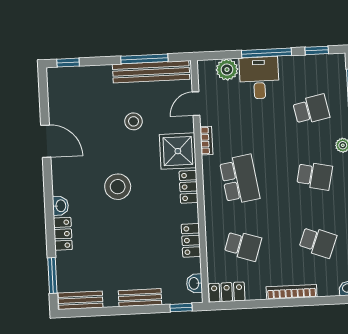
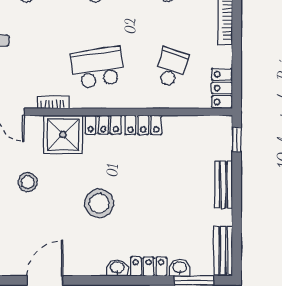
locker: (191, 240) -> (143, 125), moved
washbasin: (194, 283) -> (180, 268), moved, turned 180

